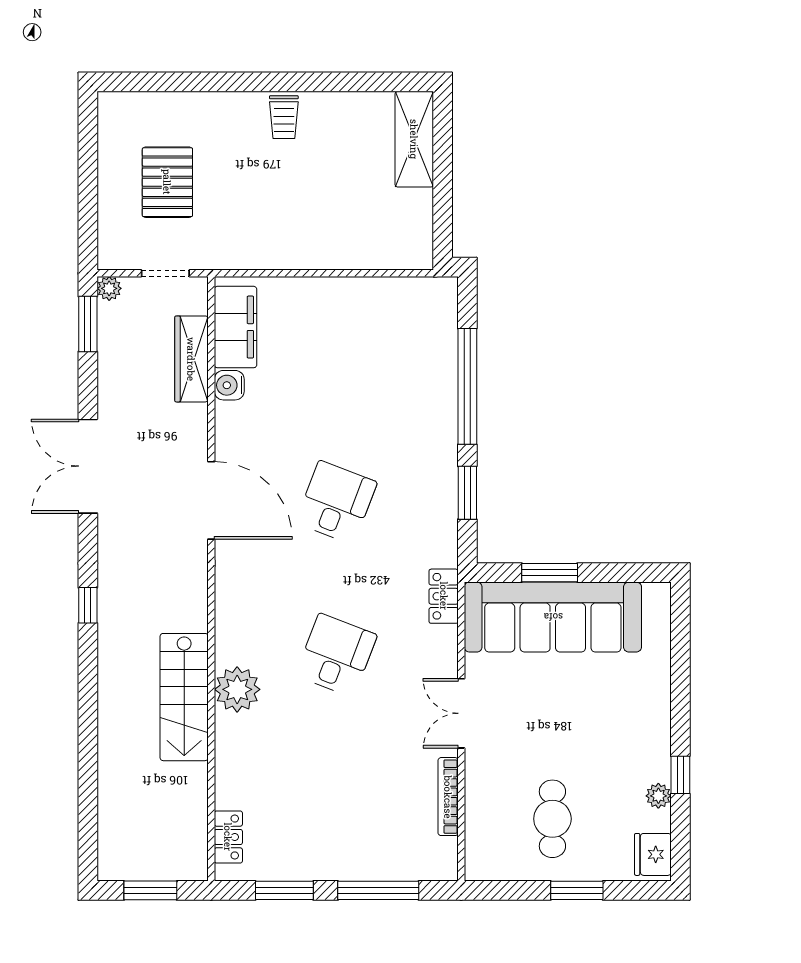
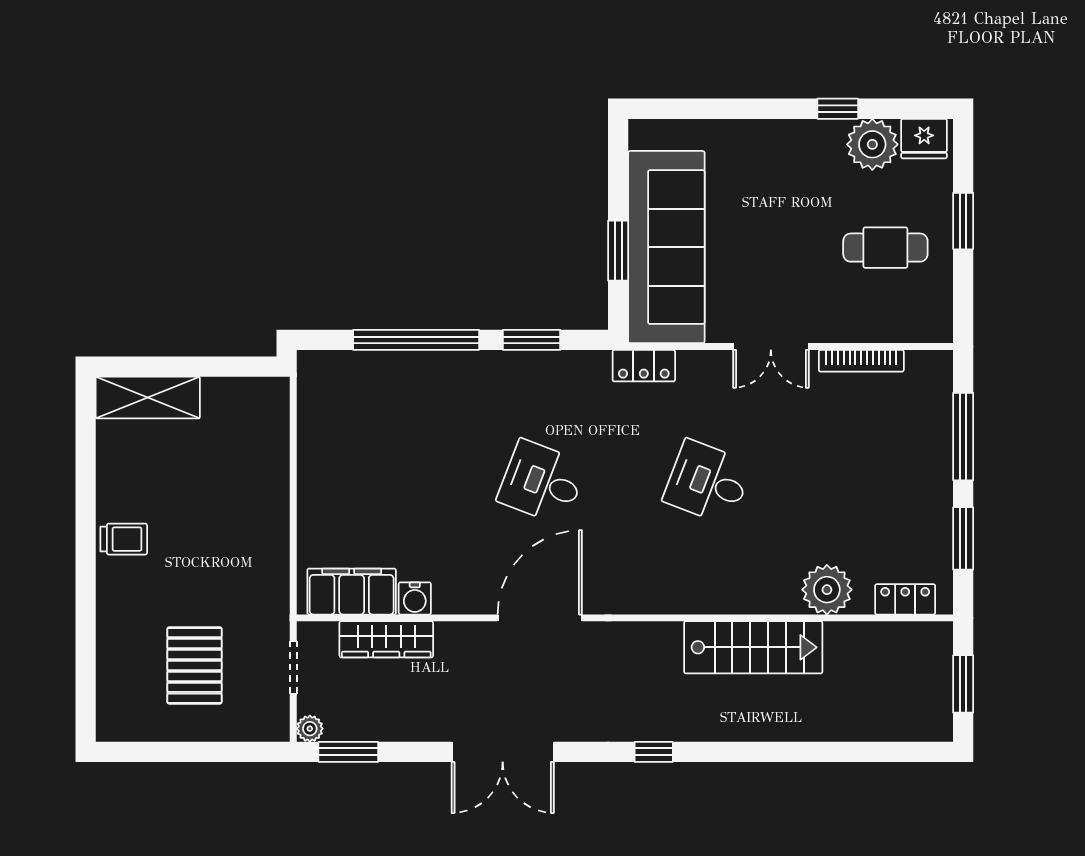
pallet: (167, 182) -> (194, 665), turned 90
plant: (237, 689) -> (827, 590), moved
plant: (658, 796) -> (872, 144), width x1.88, depth x1.88

